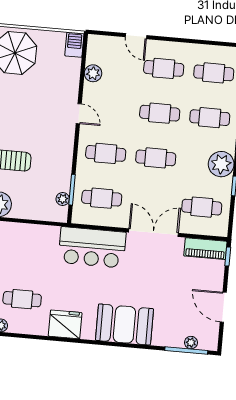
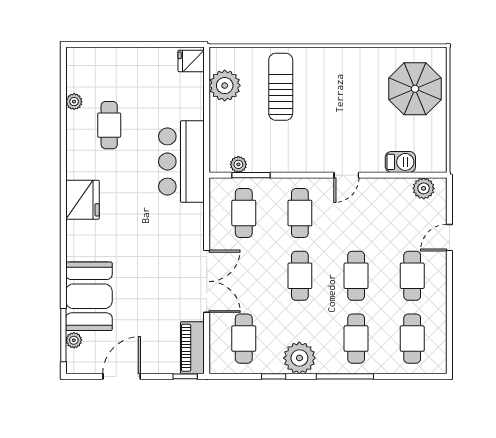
barbecue: (74, 45) -> (400, 162), moved
plant: (93, 73) -> (424, 188), moved
bar counter: (92, 247) -> (181, 162), moved
fridge: (65, 324) -> (83, 200), moved
booth: (124, 324) -> (89, 296), moved

